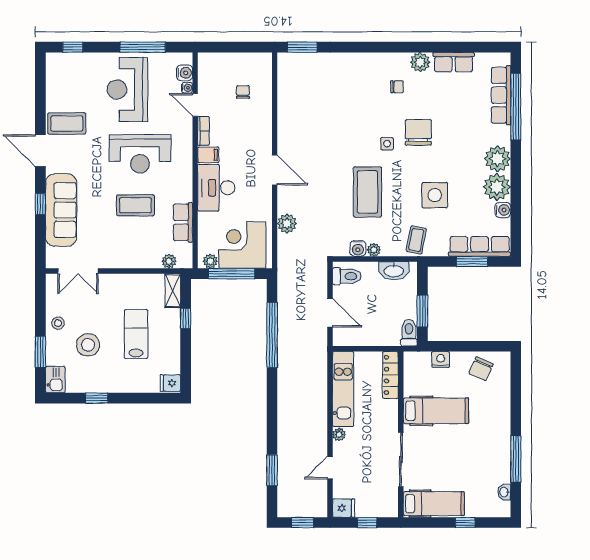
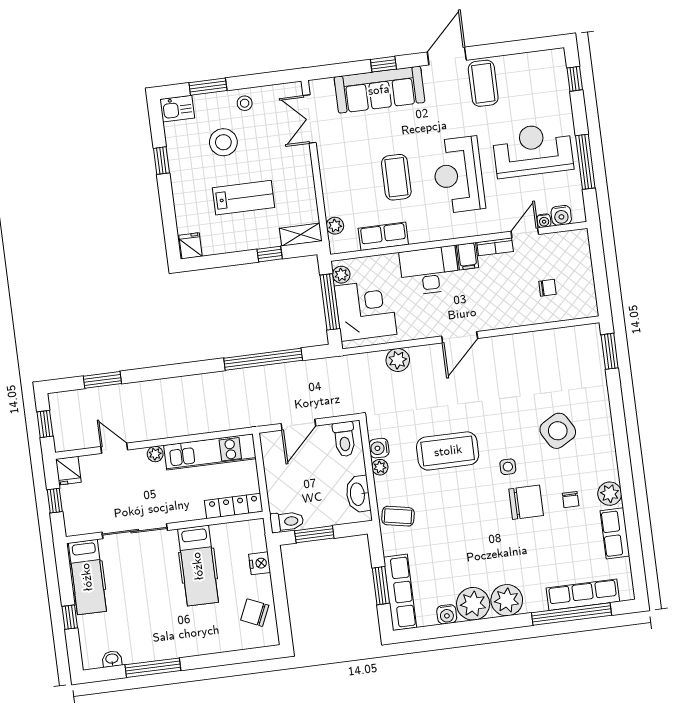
chair: (397, 87) -> (571, 500), moved
side table: (435, 195) -> (558, 431), moved, turned -30

